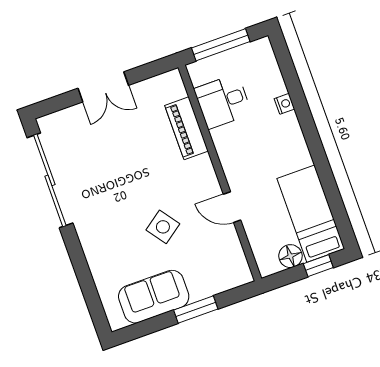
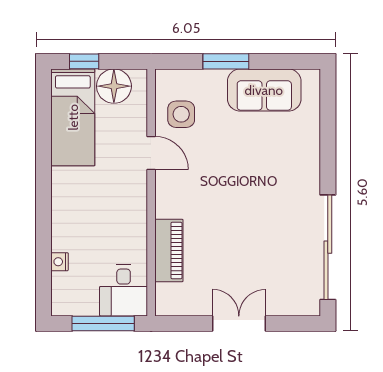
desk: (223, 101) -> (124, 290), moved, turned 90
nightstand: (284, 104) -> (60, 262), moved
side table: (163, 227) -> (181, 114), moved, turned 36
floor lamp: (290, 256) -> (114, 86), width x1.38, depth x1.38

